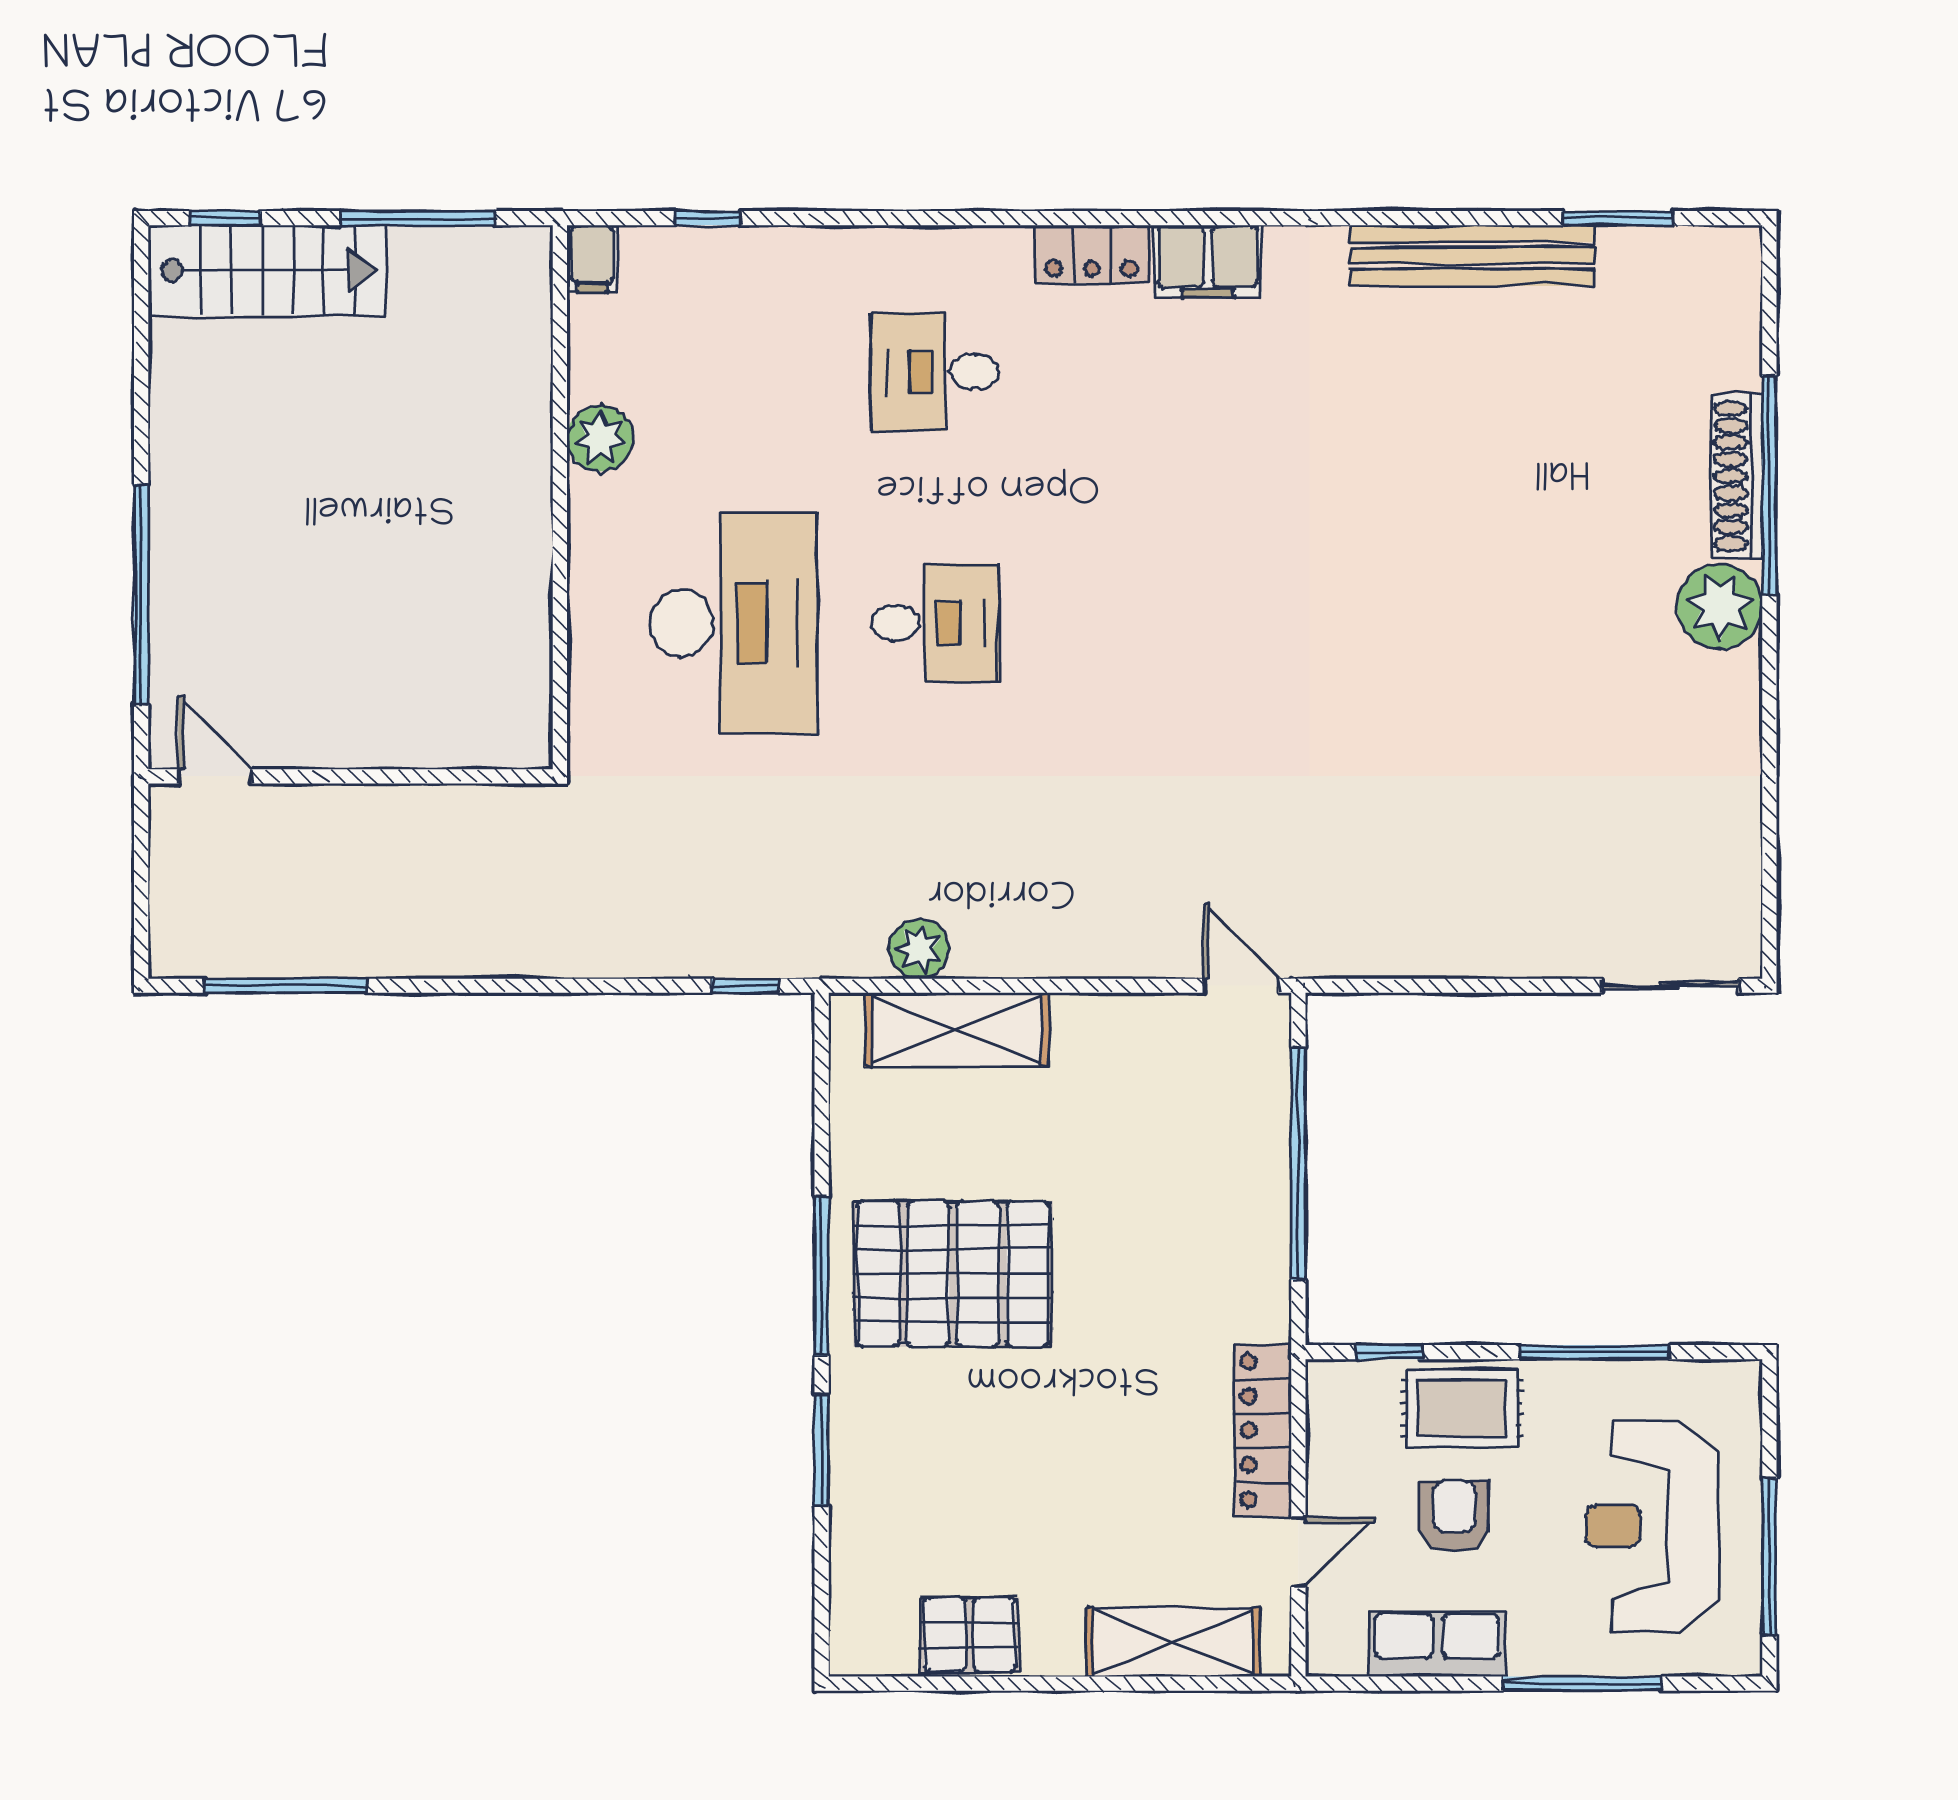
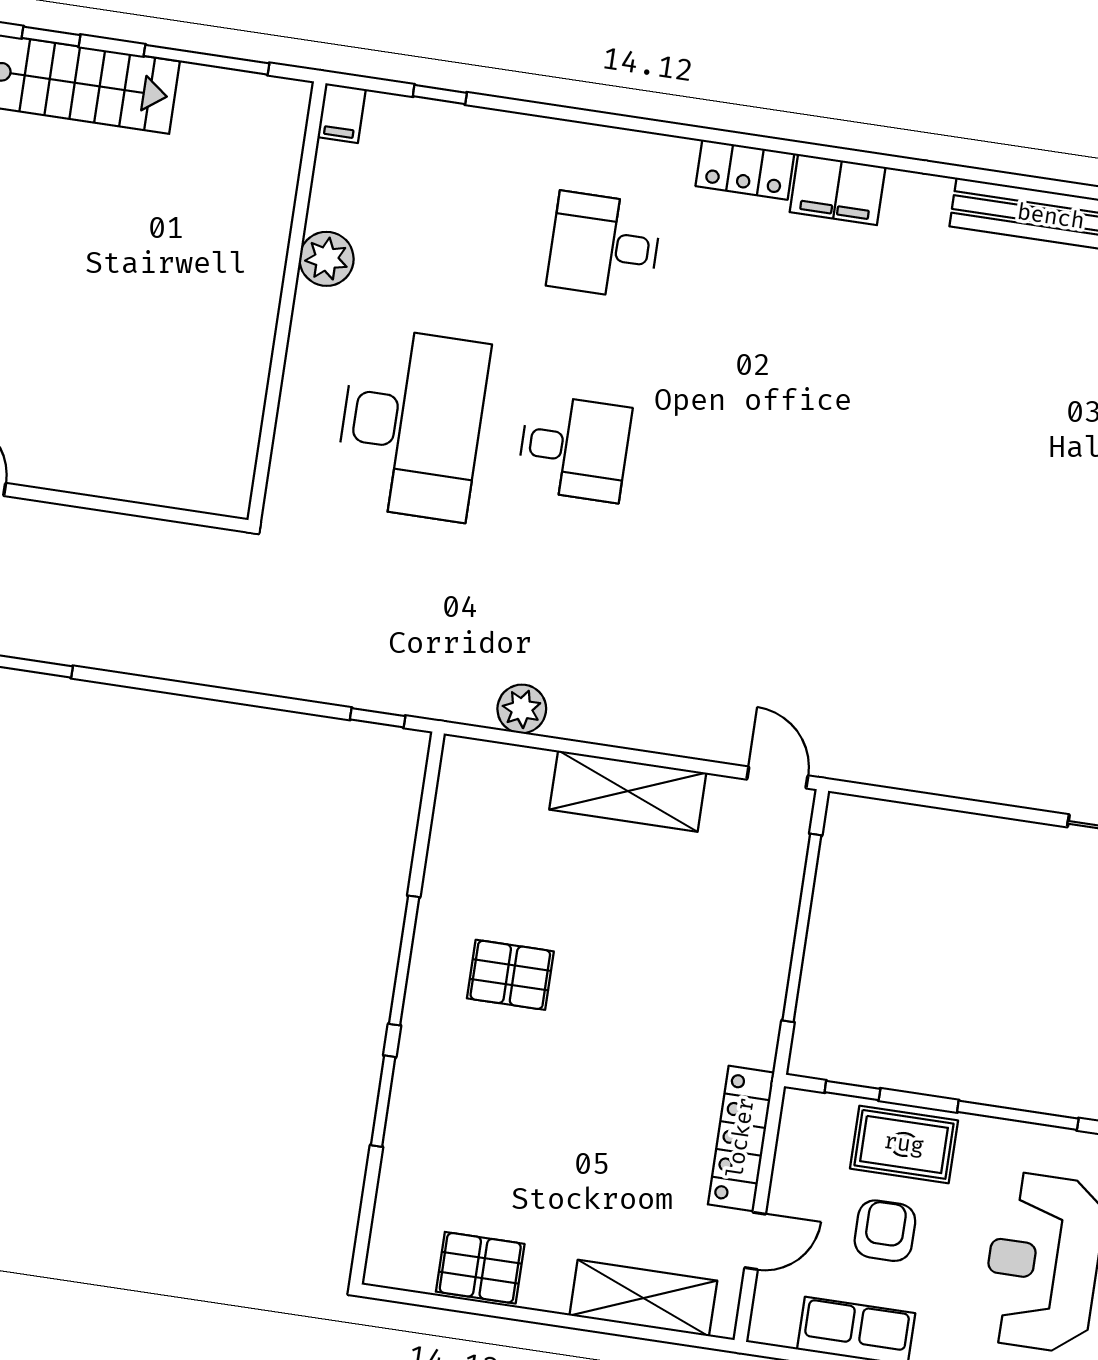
shelving: (957, 1030) -> (628, 791), moved
pallet: (953, 1274) -> (510, 975), width x0.49, depth x0.50

